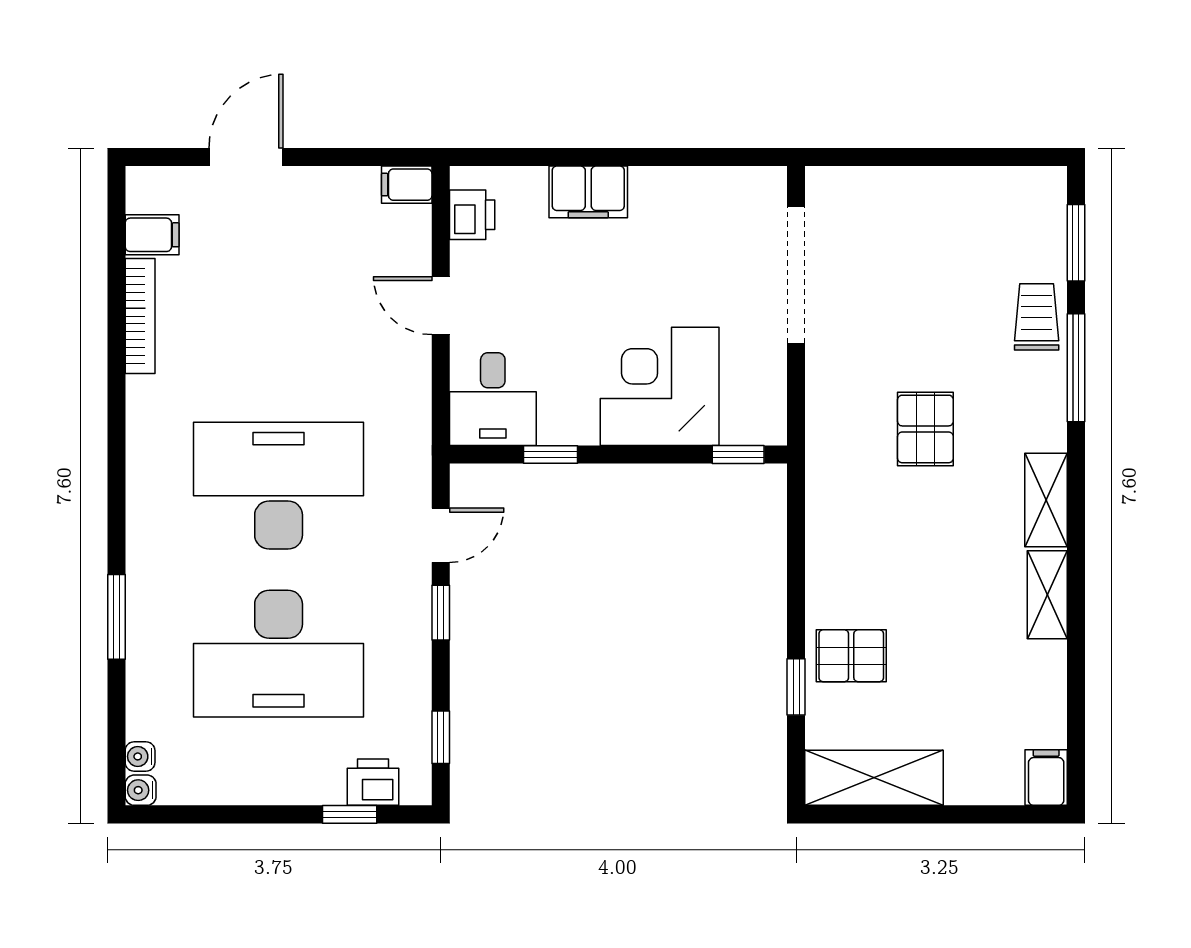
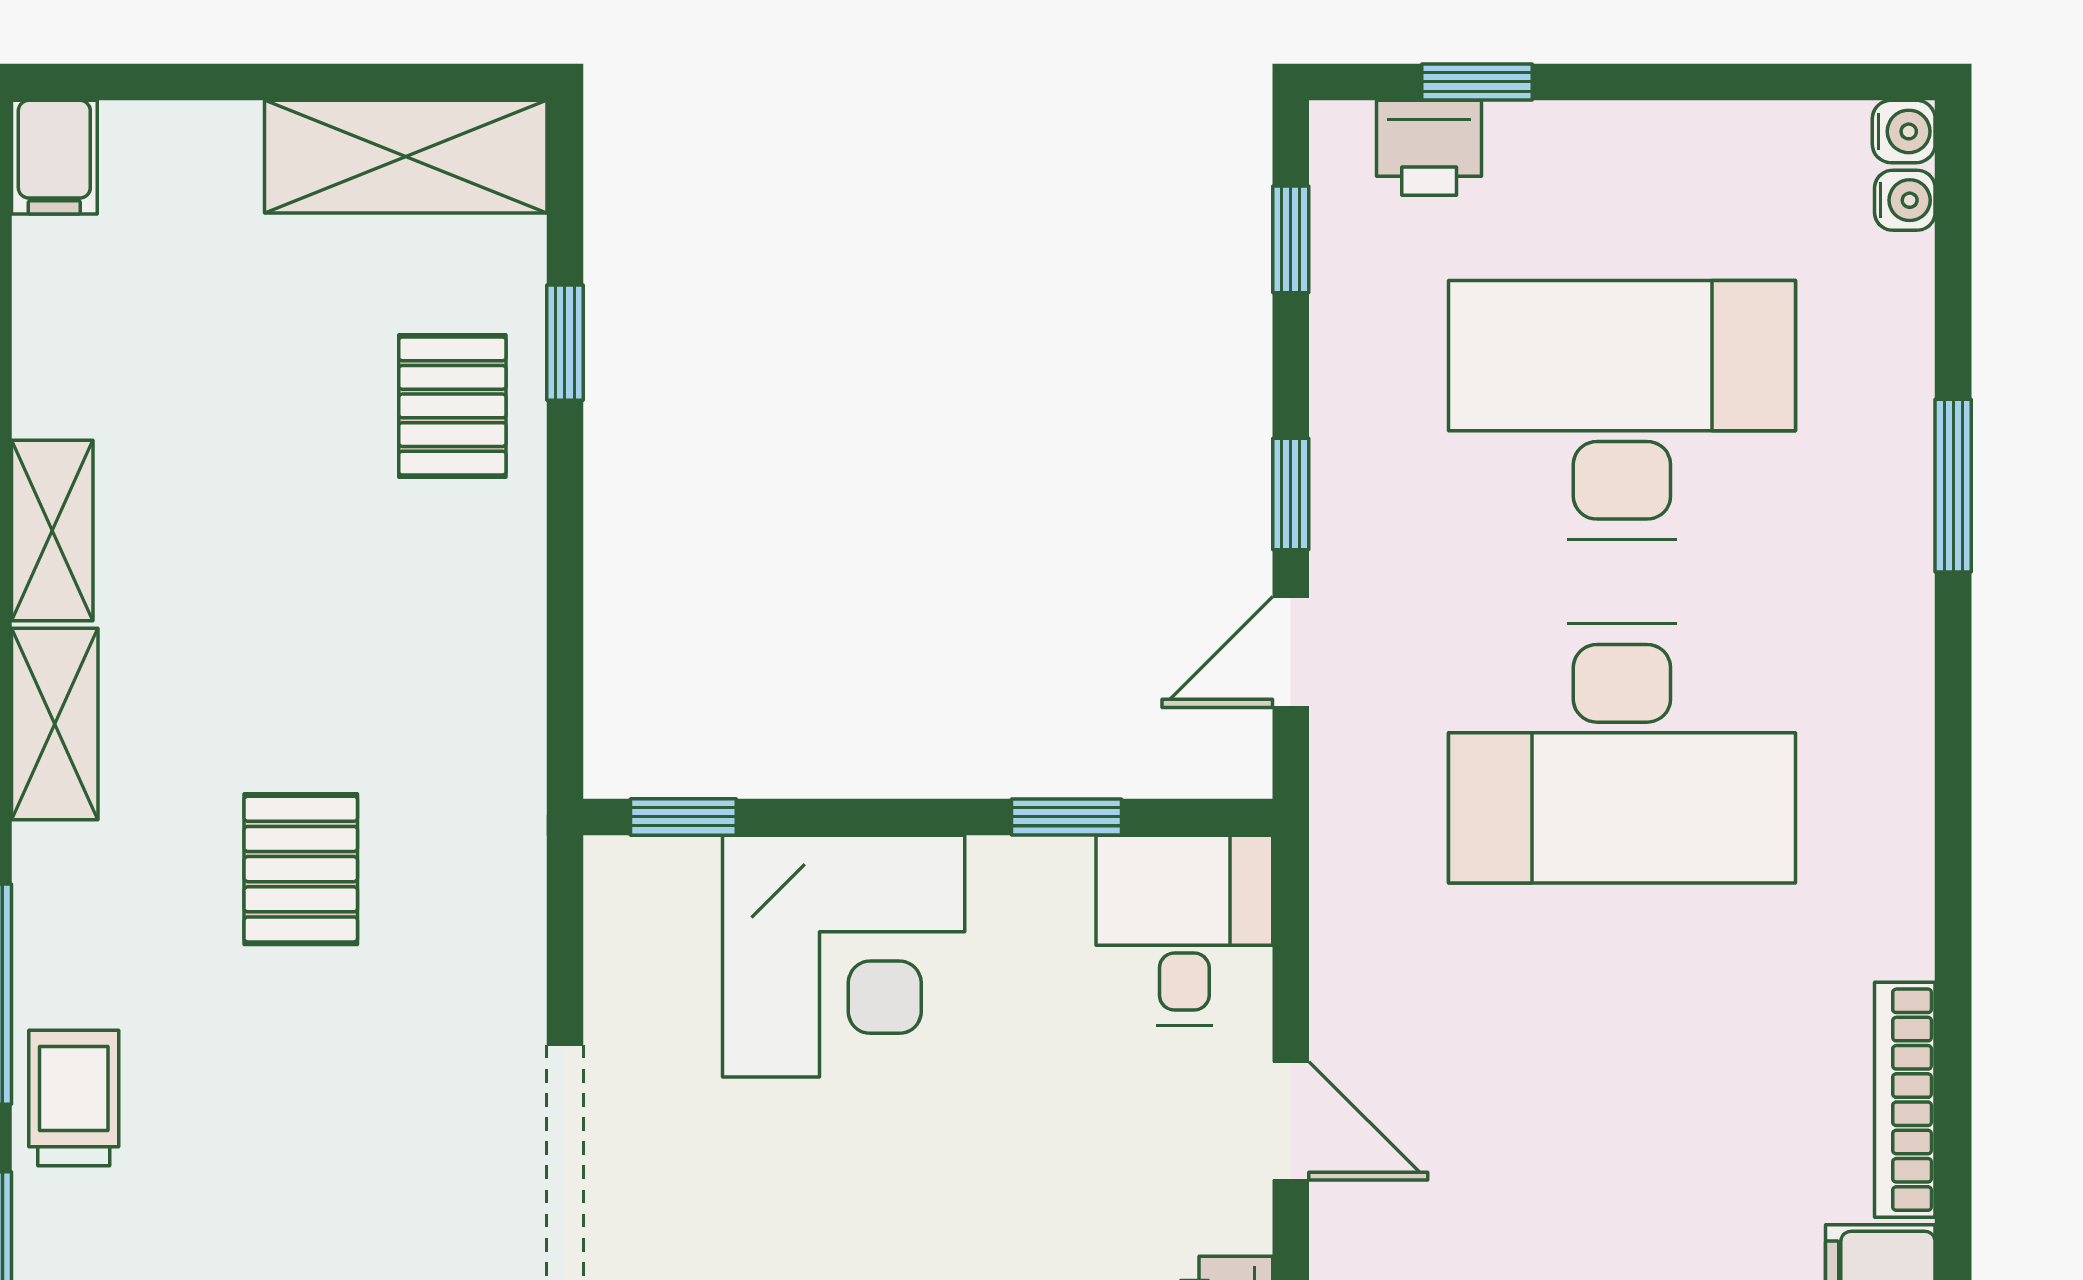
trolley: (1037, 317) -> (74, 1098), turned 180
pallet: (851, 656) -> (452, 406), turned 90

